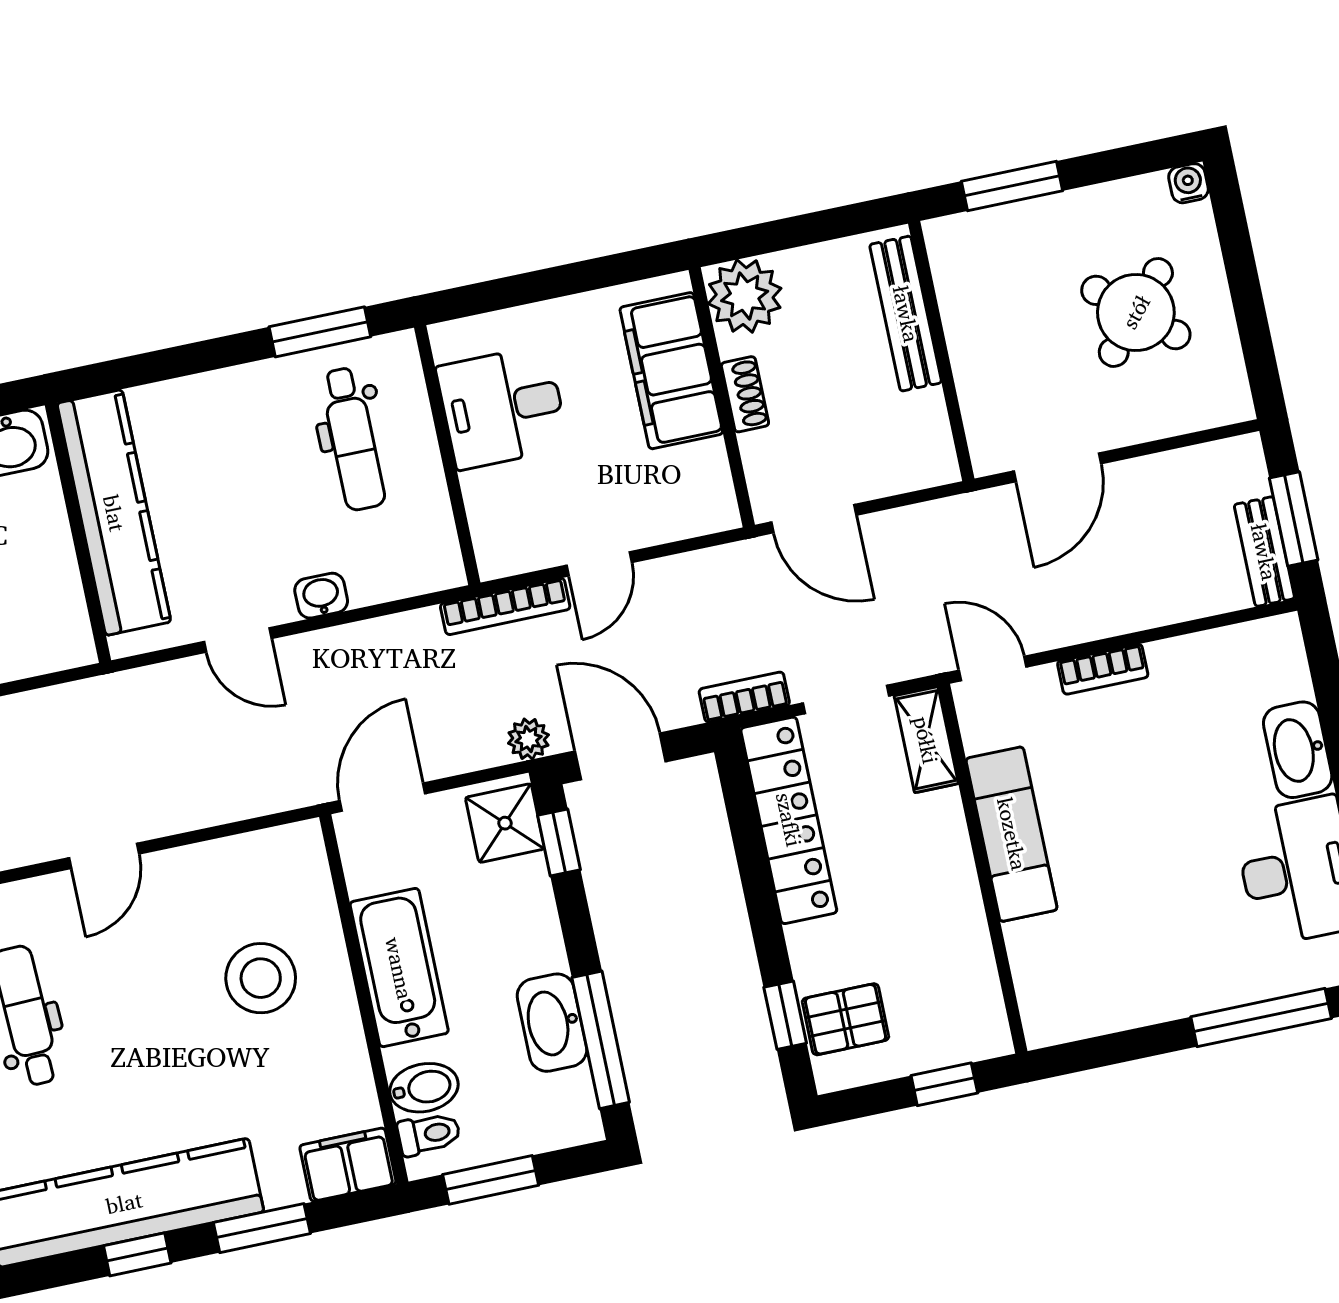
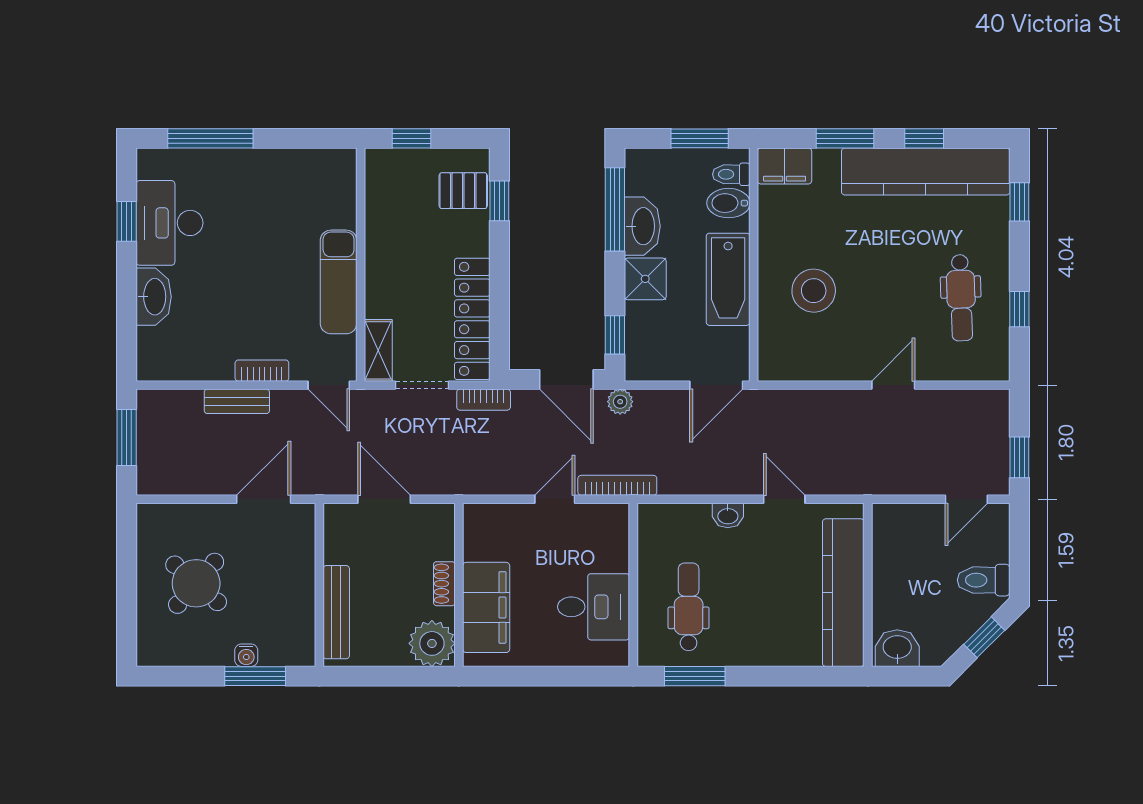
water cooler: (1188, 183) -> (246, 655), moved
door: (814, 519) -> (384, 499), moved
bench: (1264, 552) -> (237, 401), moved, turned 90
shower: (505, 823) -> (645, 279), moved

